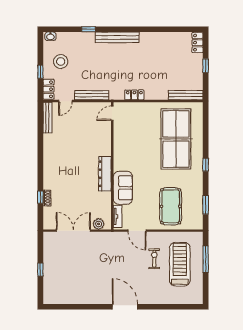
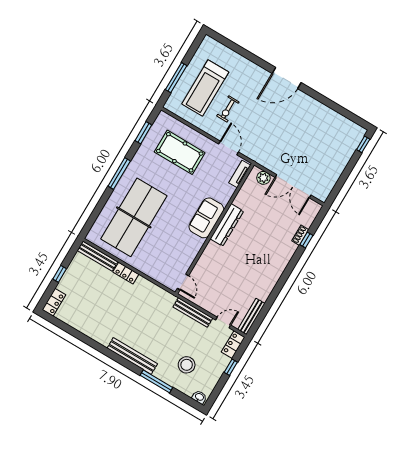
window: (89, 29) -> (156, 381), width x2.17
stool: (61, 61) -> (187, 365), moved
locker: (134, 95) -> (126, 273), moved
door: (112, 113) -> (183, 282), hinge flipped
window: (206, 165) -> (119, 173), width x2.17
sofa: (123, 188) -> (206, 218), moved
pool table: (171, 206) -> (180, 152), turned 90
window: (40, 270) -> (363, 144), moved
door: (125, 307) -> (287, 78), hinge flipped

